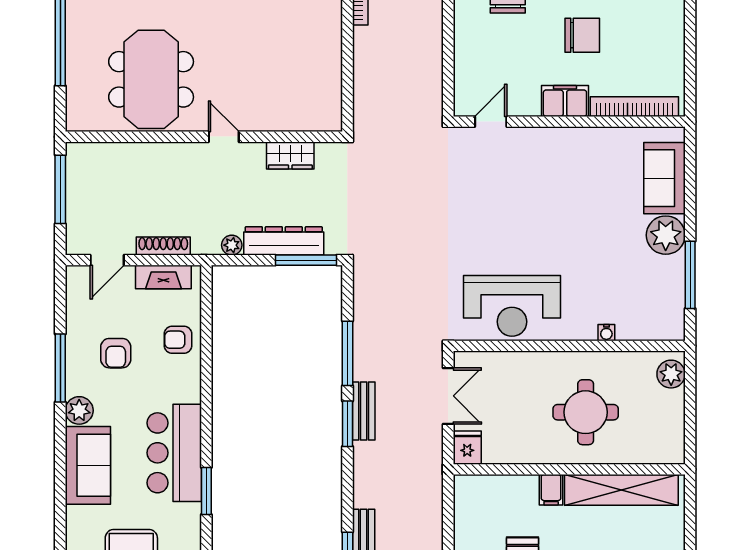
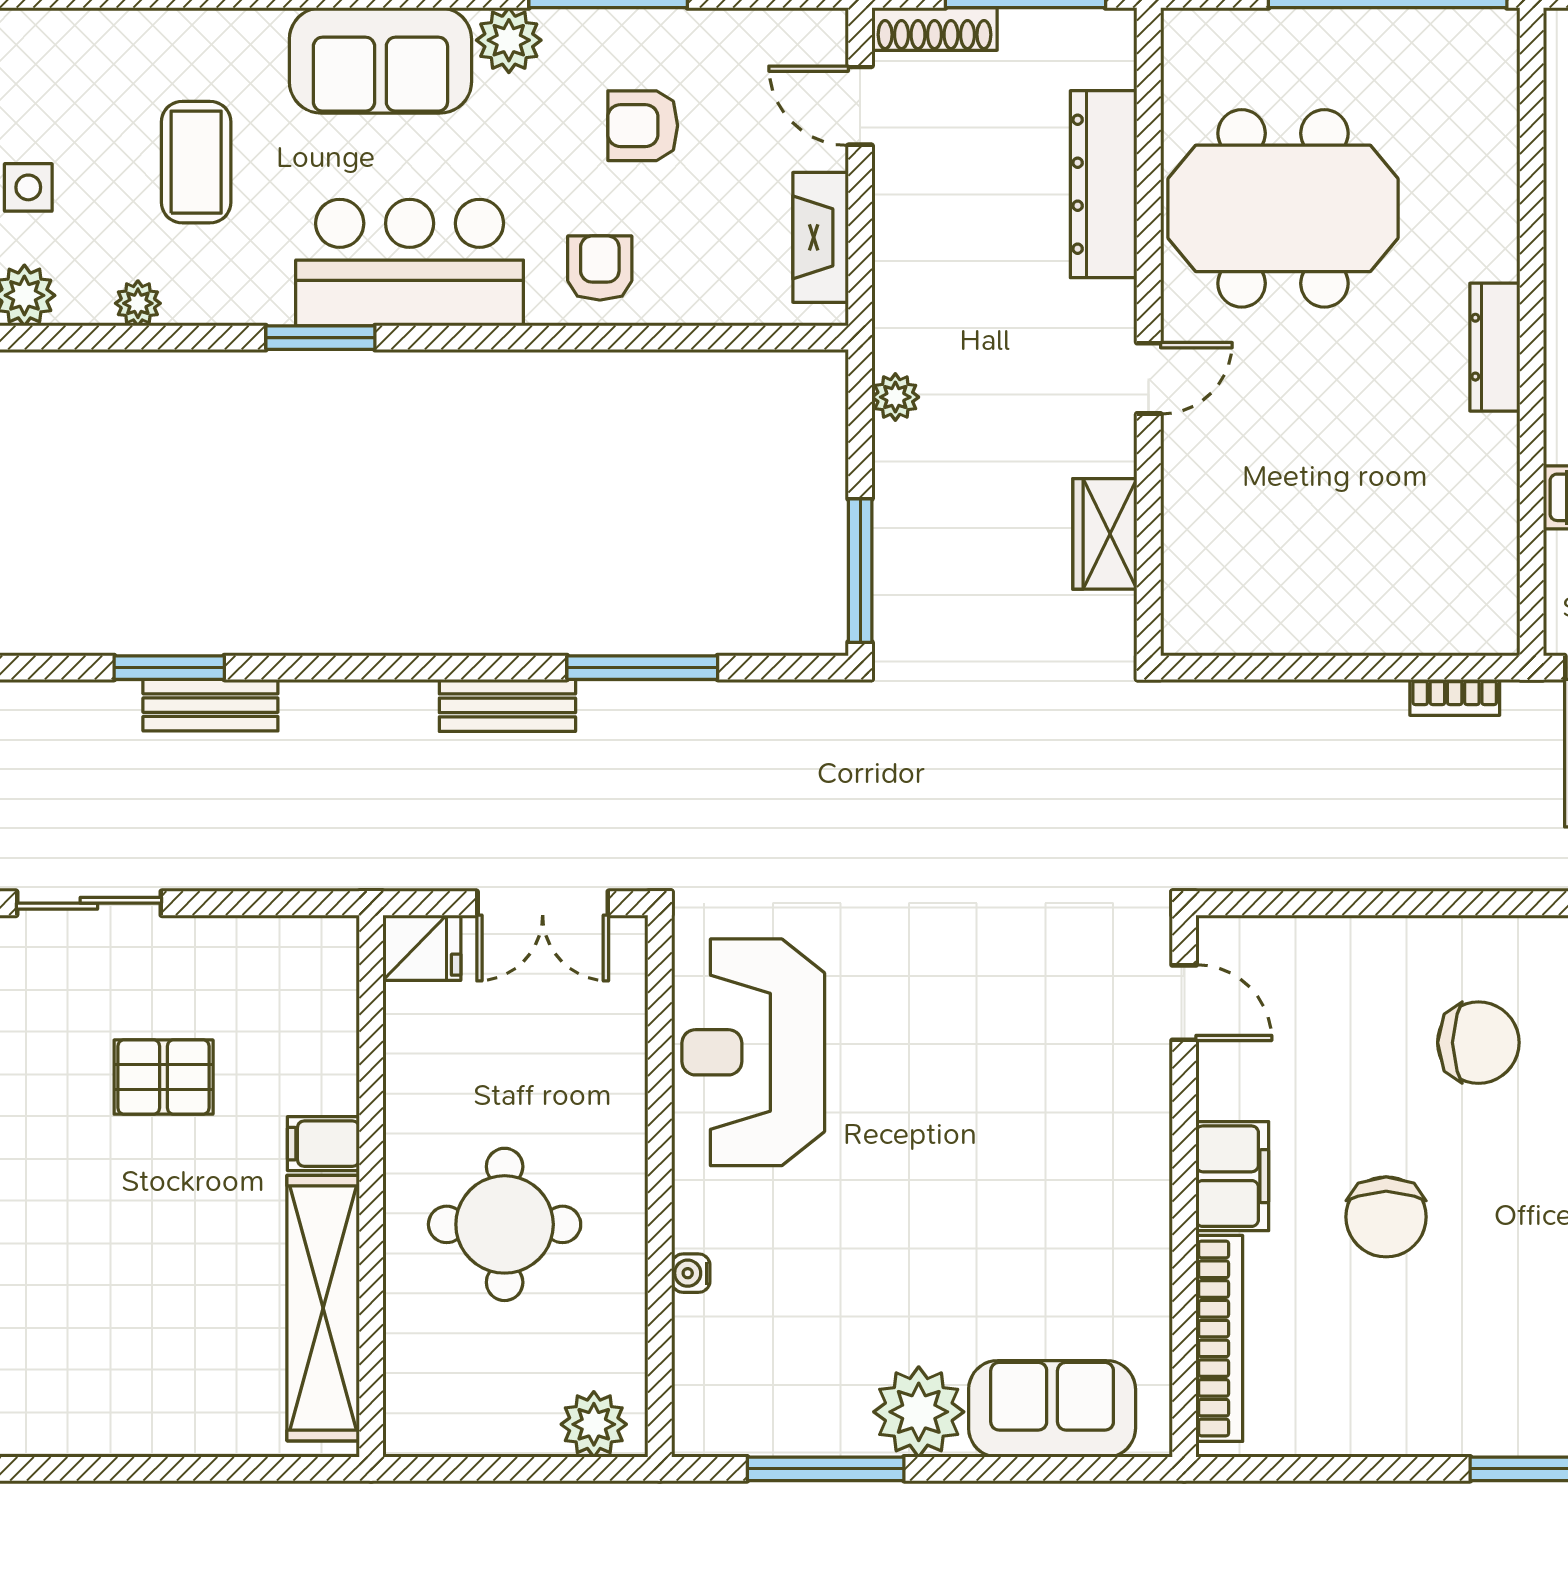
dresser: (284, 241) -> (1104, 184), moved, turned 180
shoe rack: (163, 246) -> (934, 29), moved, turned 90
armchair: (178, 340) -> (600, 268), moved
window: (347, 424) -> (478, 668), removed

